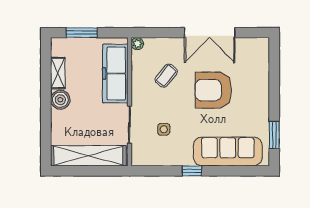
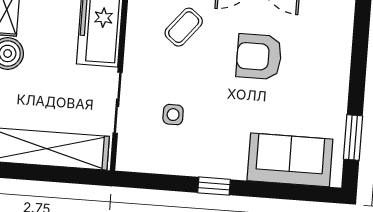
armchair: (213, 90) -> (259, 57), width x0.73, depth x0.73
sofa: (228, 151) -> (290, 160), width x0.73

